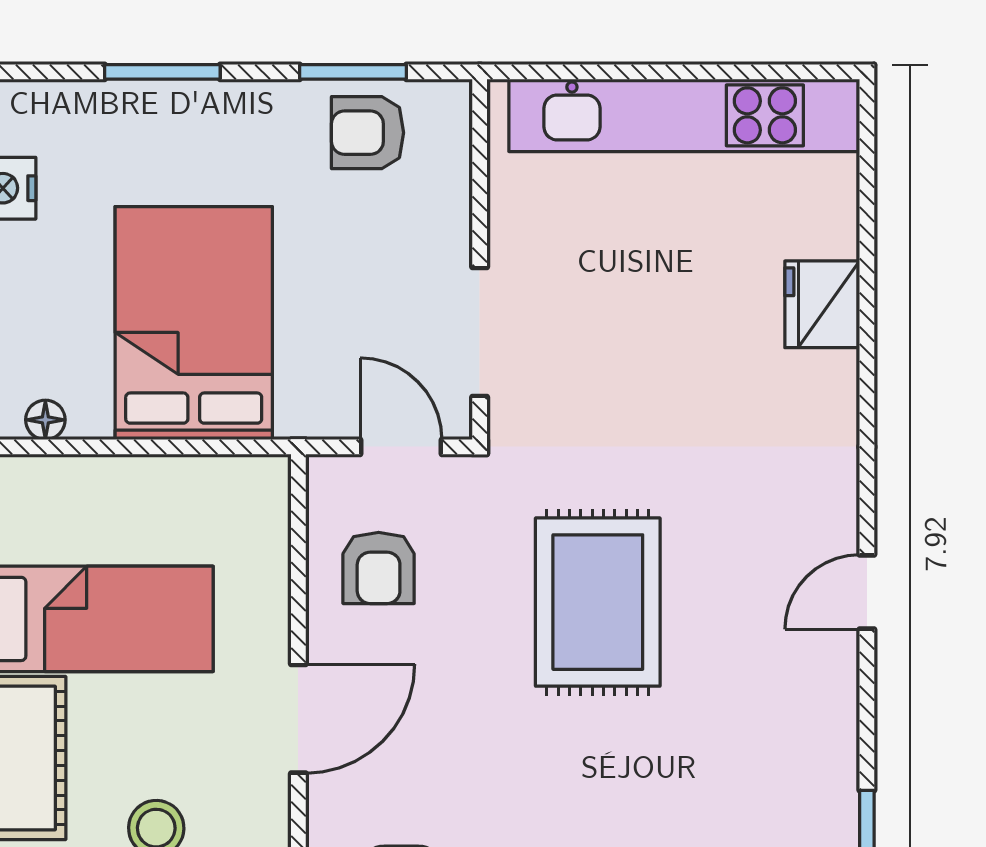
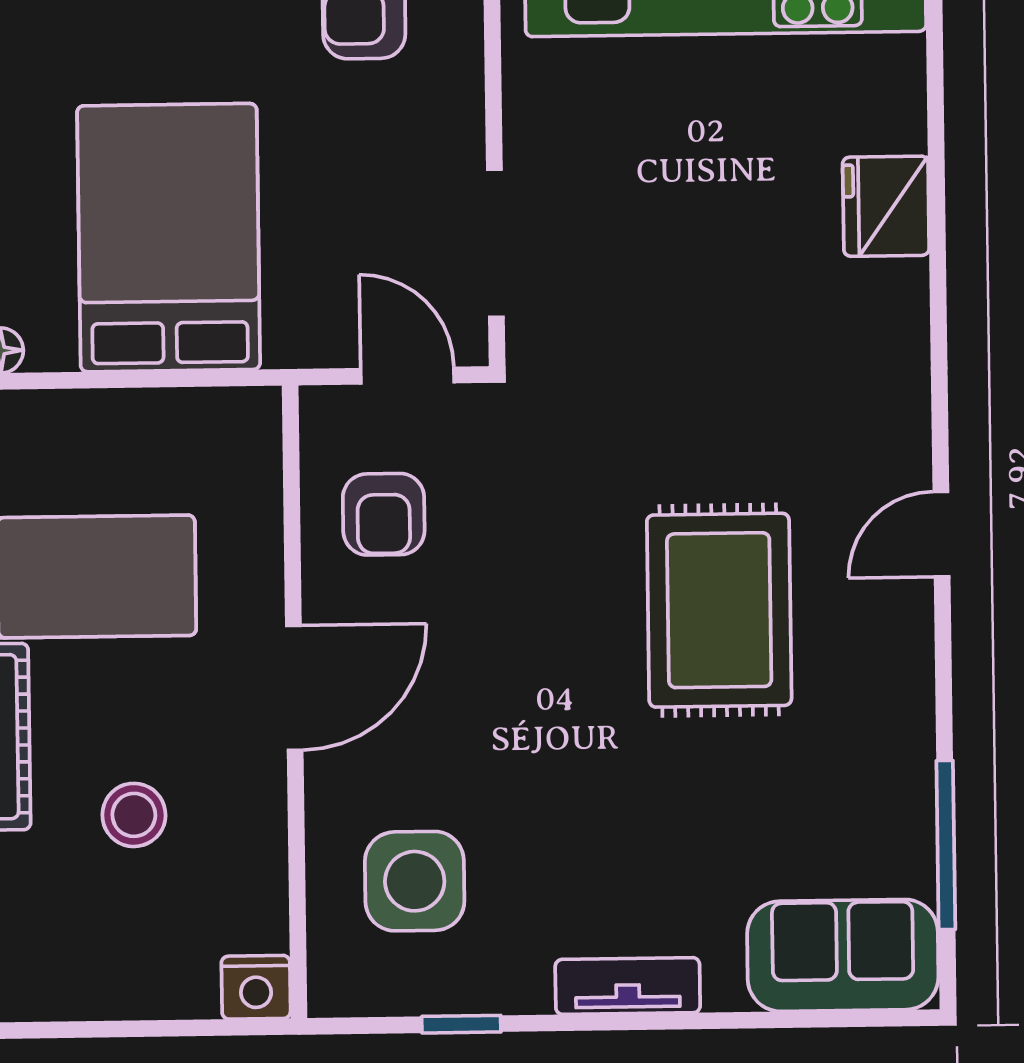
rug: (598, 602) -> (719, 610), moved

